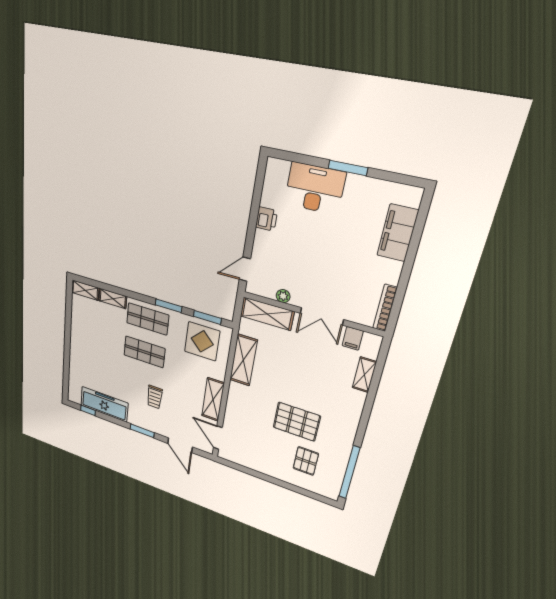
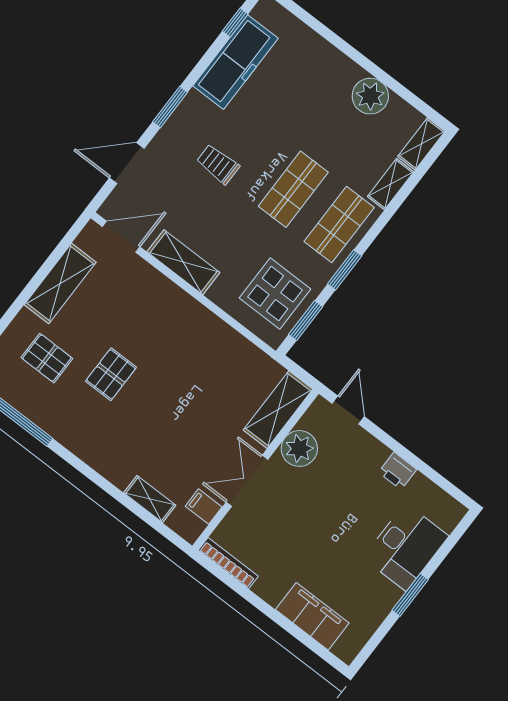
plant: (283, 296) -> (299, 448), width x1.88, depth x1.88
plant: (80, 328) -> (370, 96), added
shelving: (243, 360) -> (60, 283), moved, turned 90
pallet: (297, 422) -> (111, 374), width x0.67, depth x0.71

